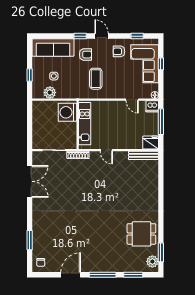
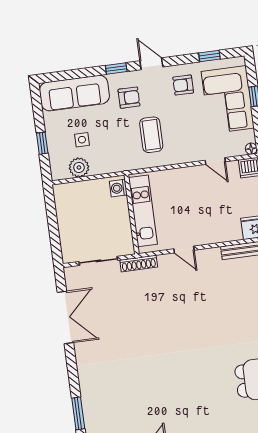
washing machine: (67, 112) -> (118, 188), width x0.53, depth x0.53

